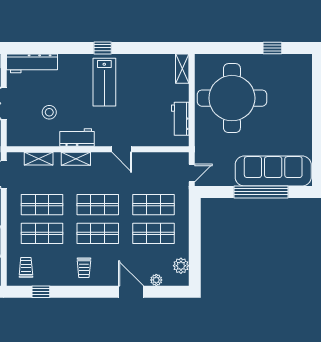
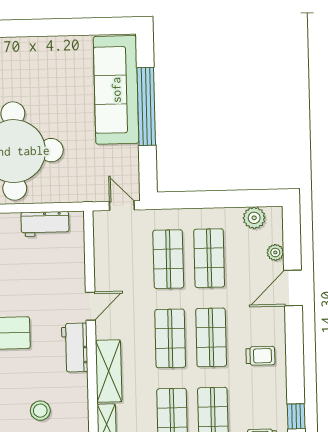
workbench: (77, 137) -> (75, 348), moved
shelving: (76, 159) -> (109, 371), width x1.50, depth x1.33

